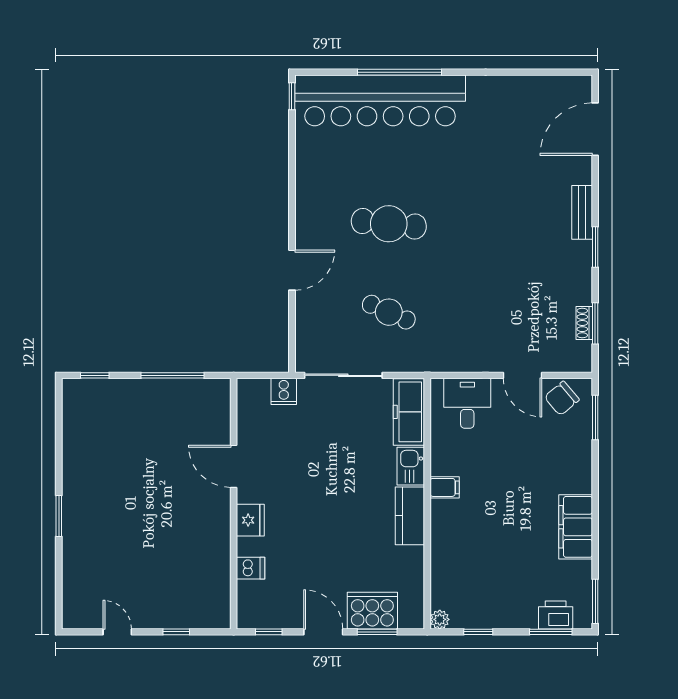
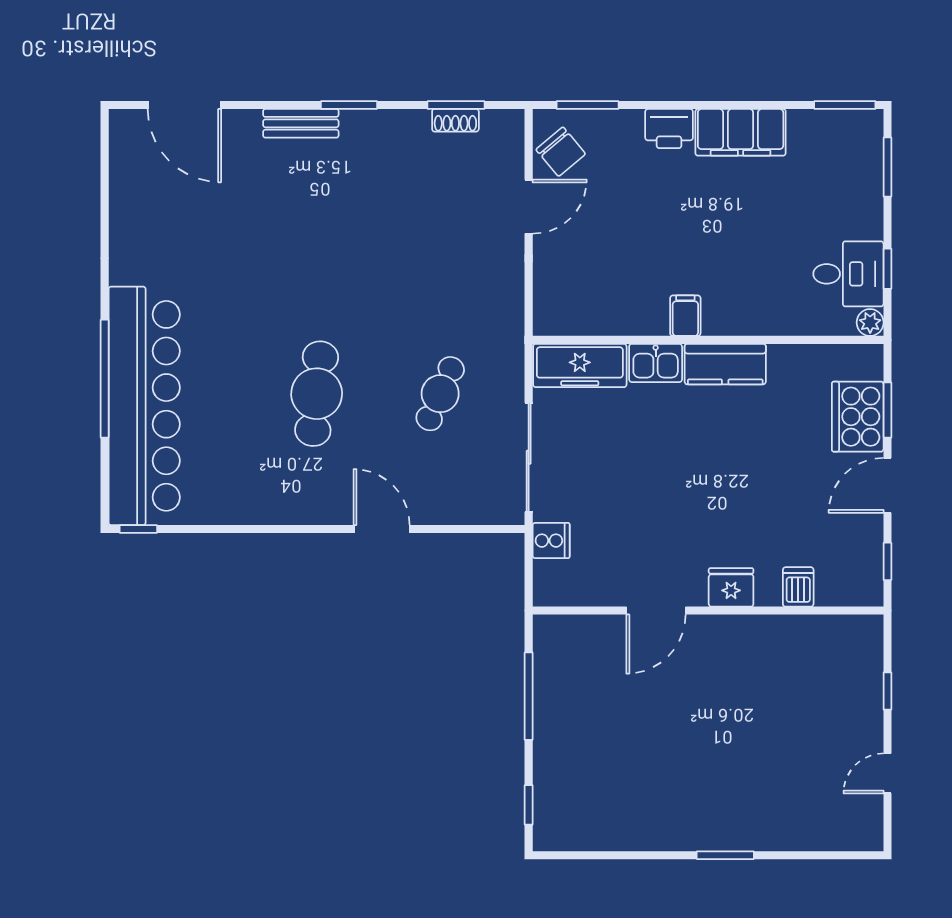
desk: (467, 403) -> (848, 274), moved, turned 180
printer: (556, 615) -> (669, 129), moved, turned -90

